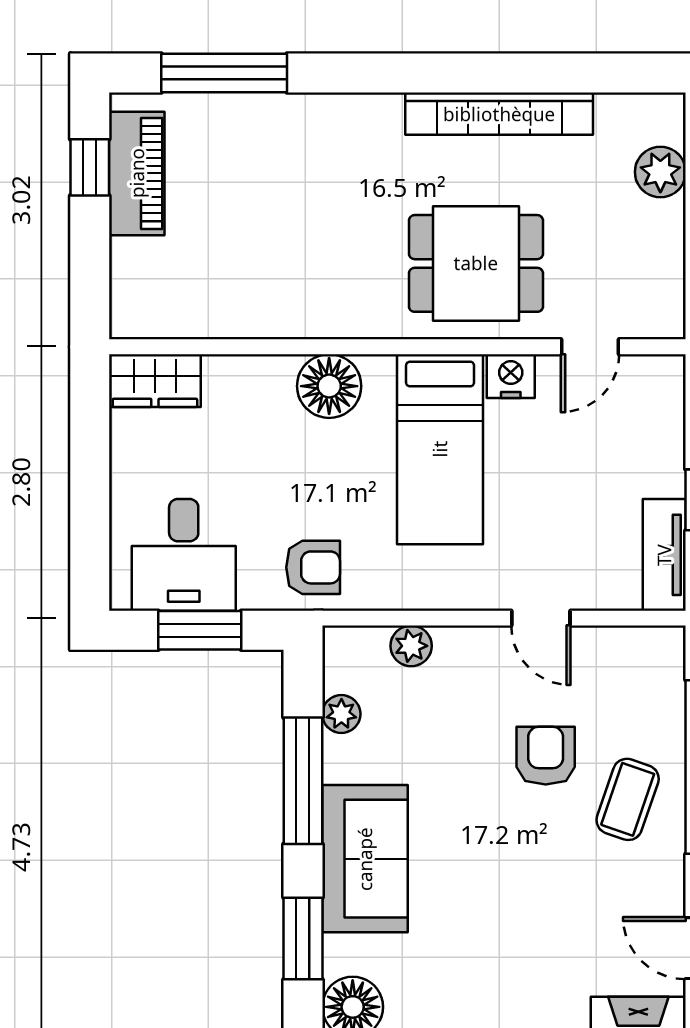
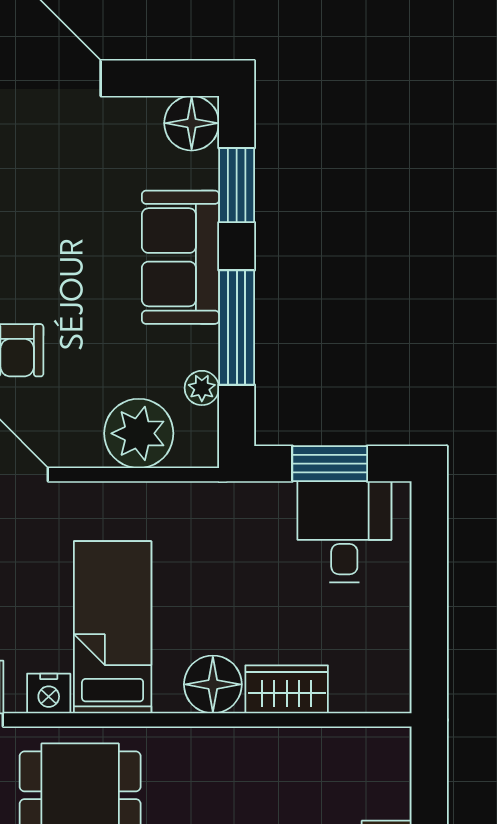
wardrobe: (155, 381) -> (287, 689), moved
armchair: (313, 567) -> (227, 520), removed
plant: (411, 646) -> (139, 433), width x1.87, depth x1.87

